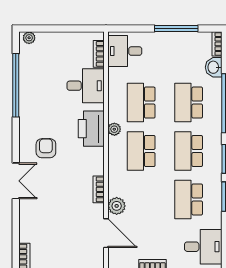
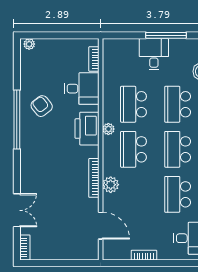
desk: (125, 51) -> (154, 54), moved, turned 90
window: (16, 85) -> (17, 119), moved
armchair: (46, 148) -> (42, 106), moved, turned -38
double door: (16, 181) -> (17, 210), moved
bookcase: (99, 189) -> (94, 178), width x1.56
plant: (117, 206) -> (111, 185), moved

